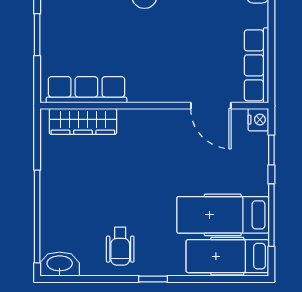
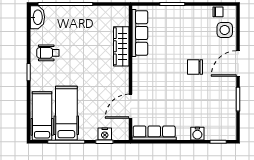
nightstand: (258, 120) -> (105, 134), moved
wardrobe: (83, 121) -> (121, 46), moved

